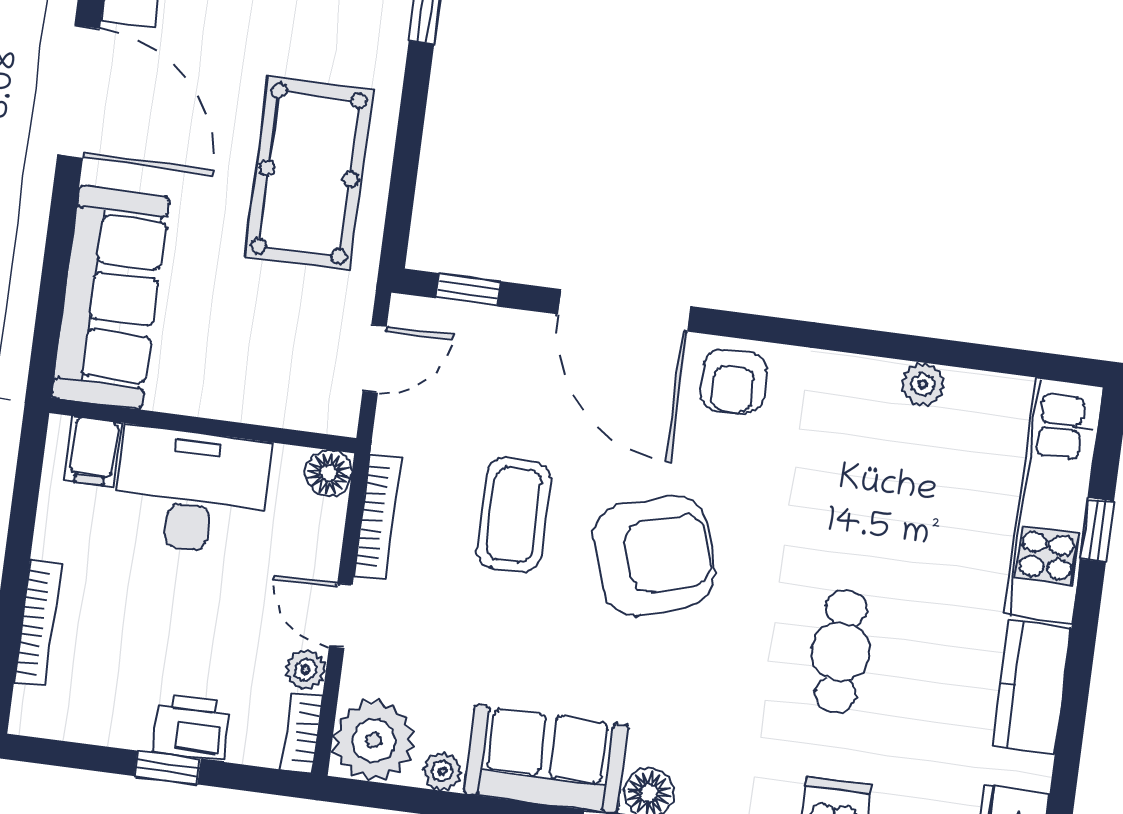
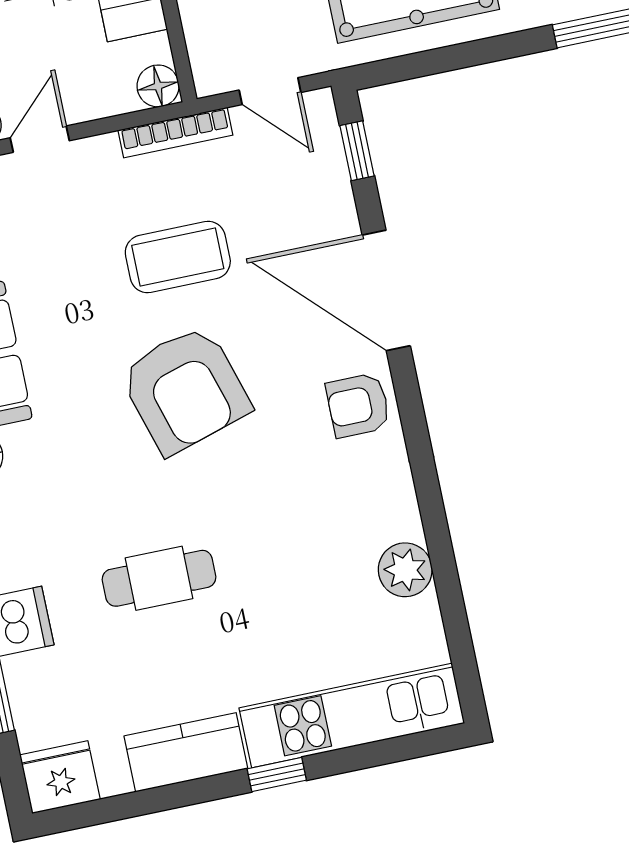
door: (624, 310) -> (386, 290), hinge flipped
plant: (923, 384) -> (405, 570), width x1.38, depth x1.38
bookcase: (377, 517) -> (175, 133), moved
window: (1097, 530) -> (277, 775), moved

